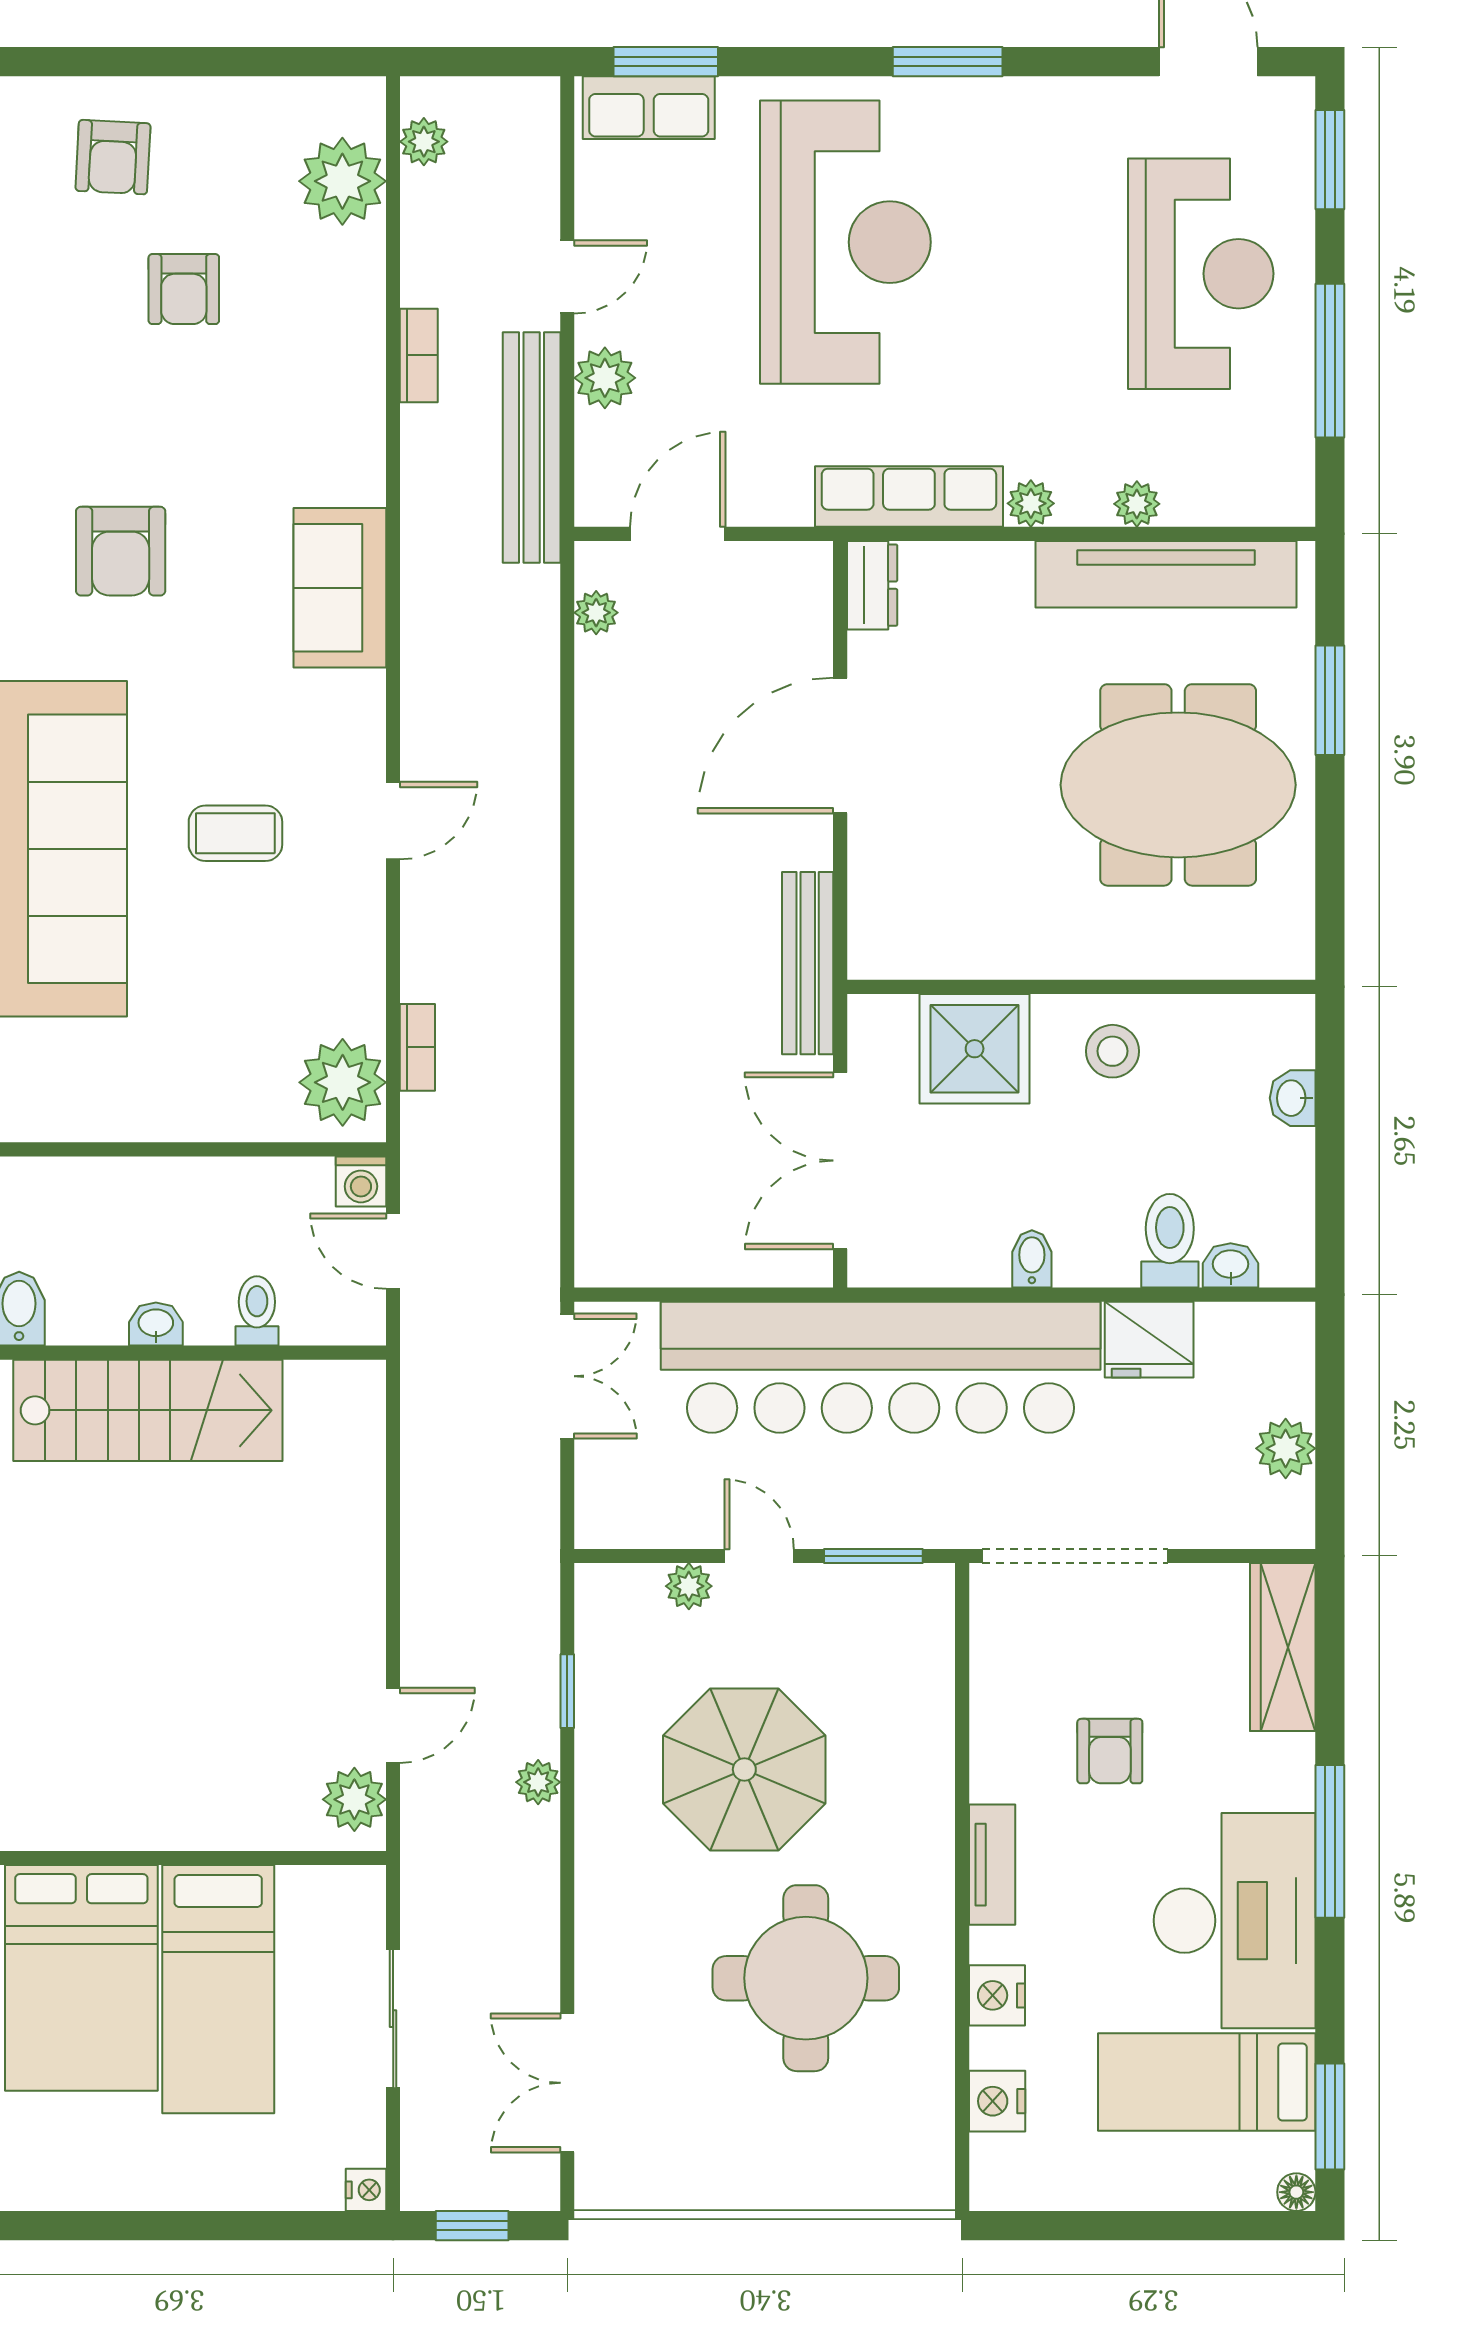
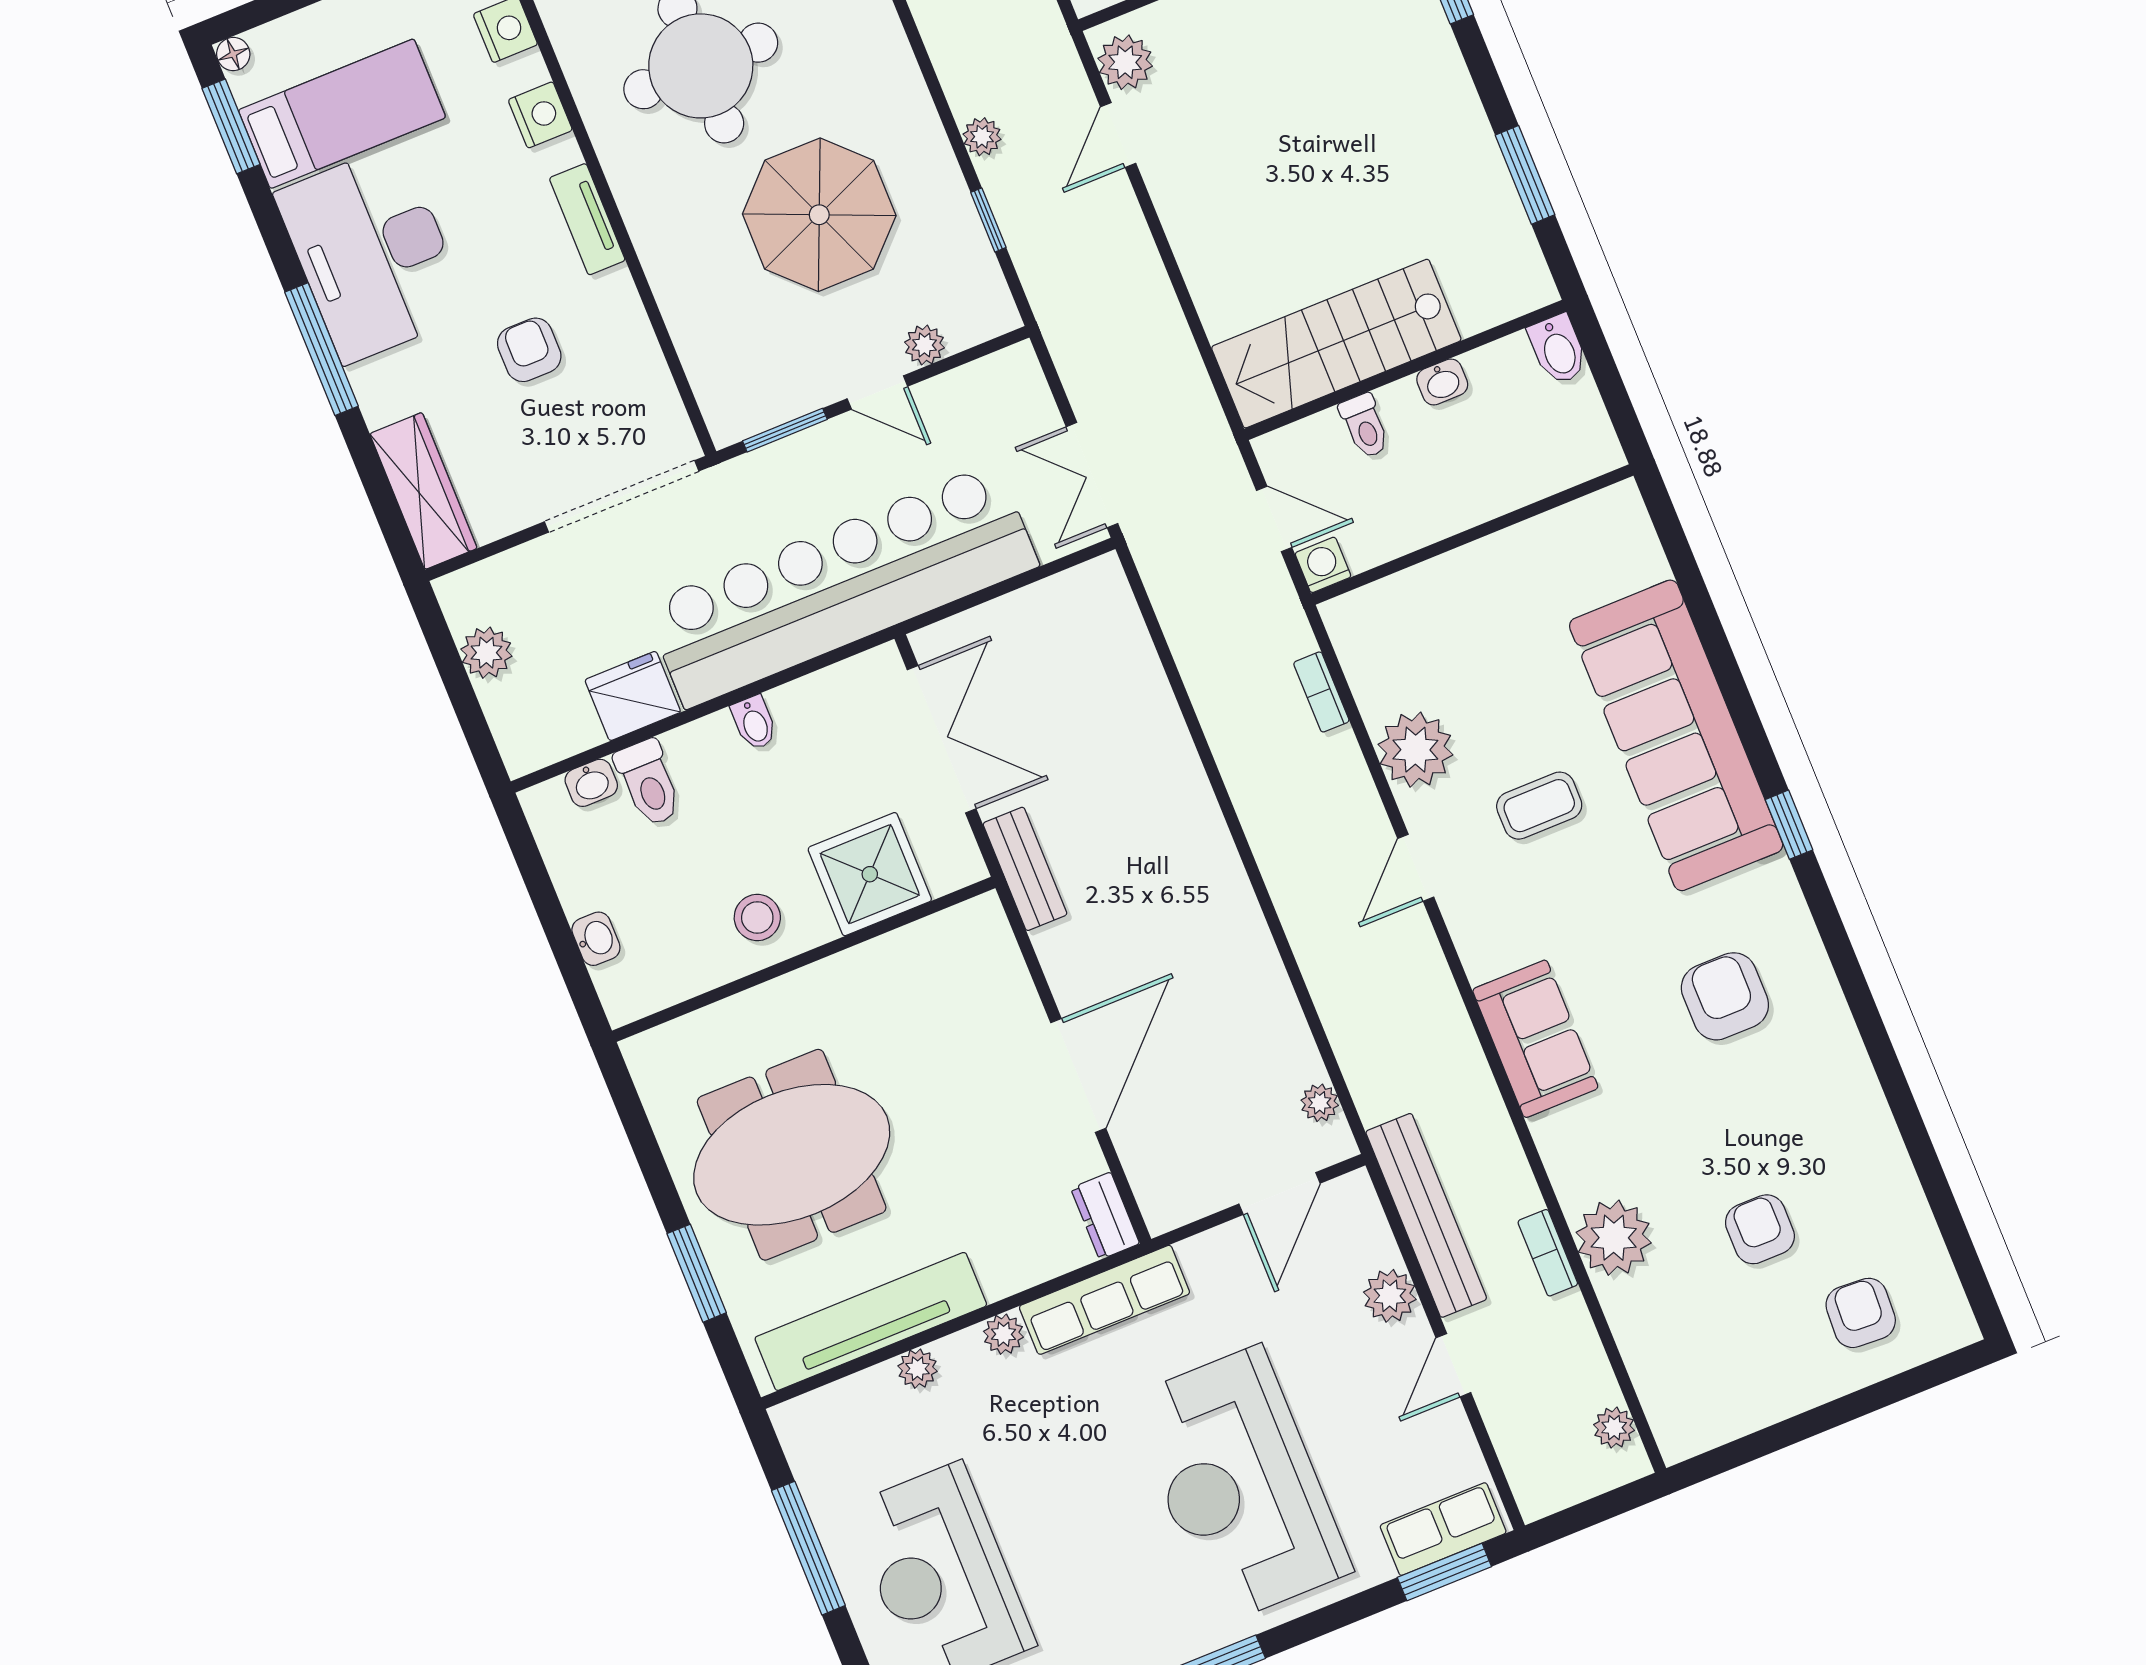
plant: (342, 181) -> (1614, 1238), moved
bench: (808, 963) -> (1025, 869), width x0.73
plant: (343, 1082) -> (1415, 750), moved
stairs: (148, 1410) -> (1336, 344), moved

